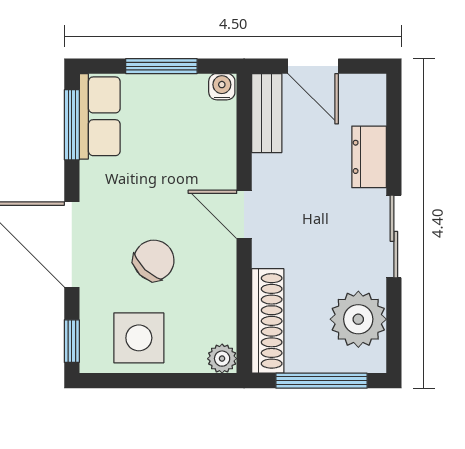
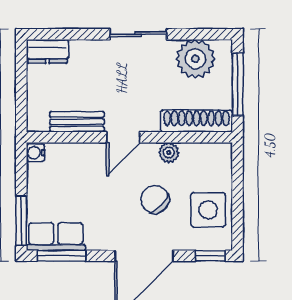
window: (161, 66) -> (21, 221), moved
door: (313, 66) -> (21, 90), removed
bench: (267, 113) -> (77, 122), moved
dresser: (369, 157) -> (48, 51), moved
plant: (222, 359) -> (169, 153), moved

